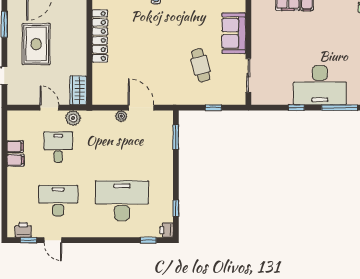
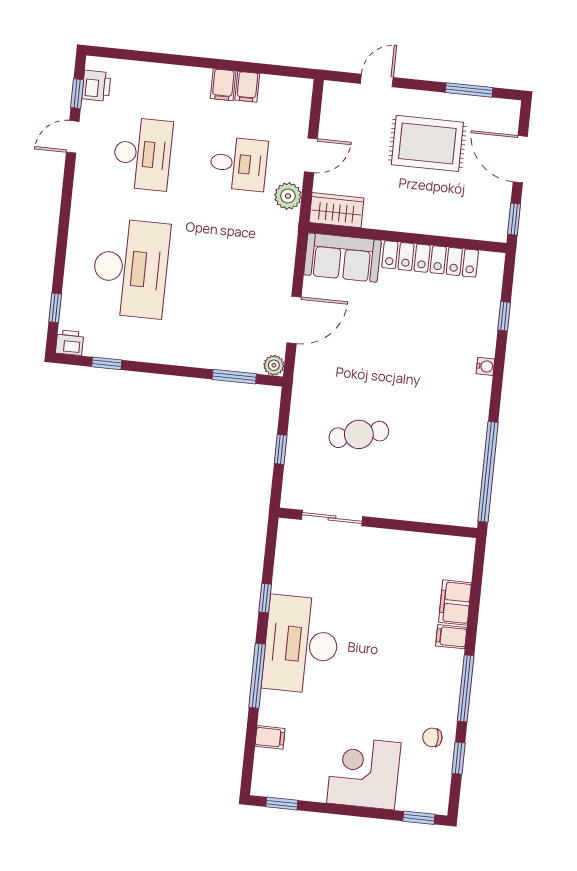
sofa: (234, 33) -> (342, 258), moved, turned 180
plant: (121, 116) -> (274, 365), moved

